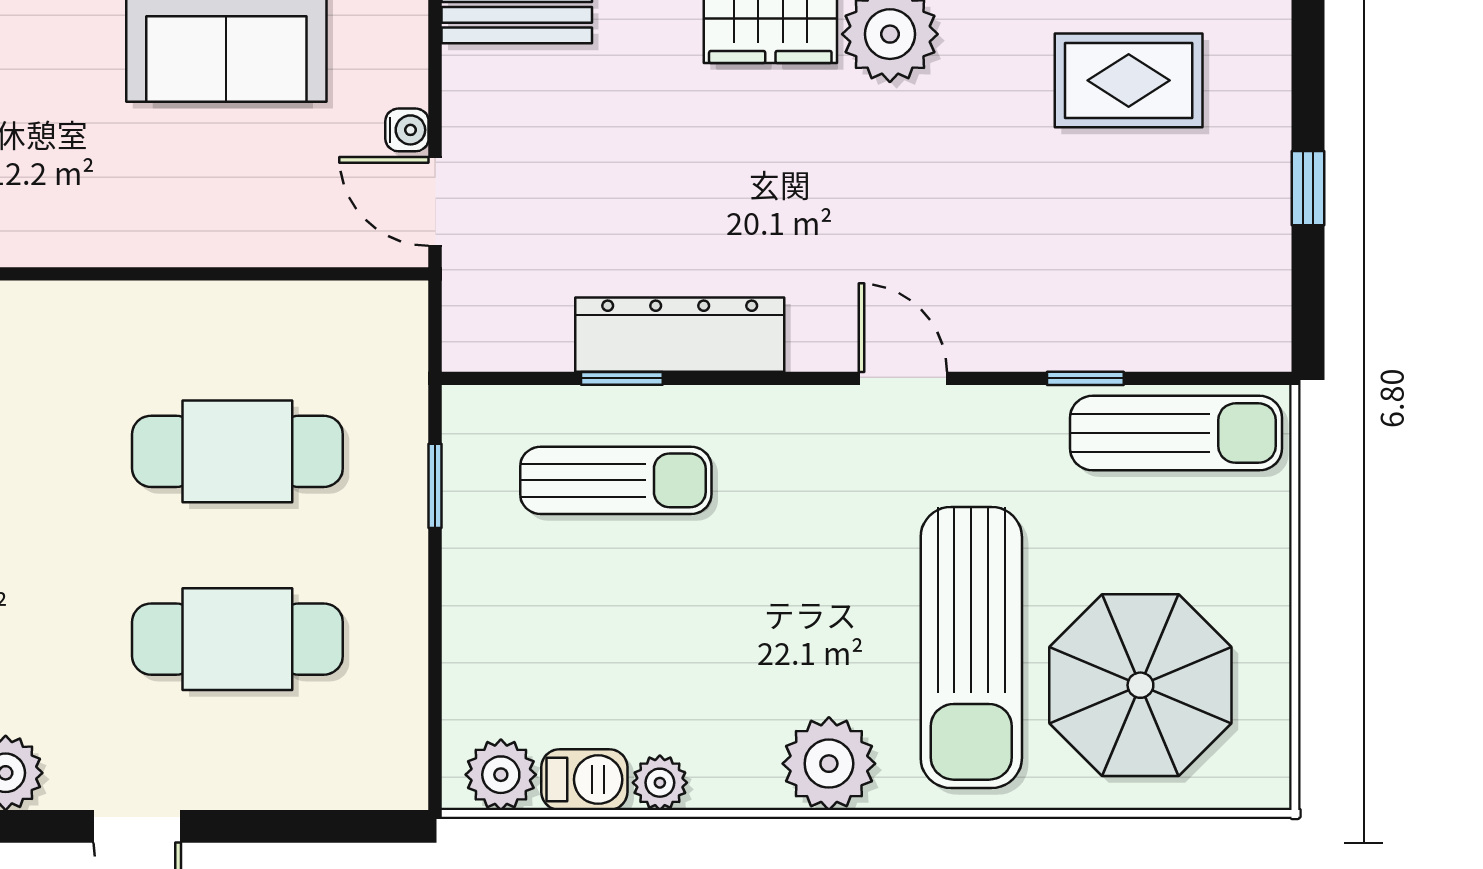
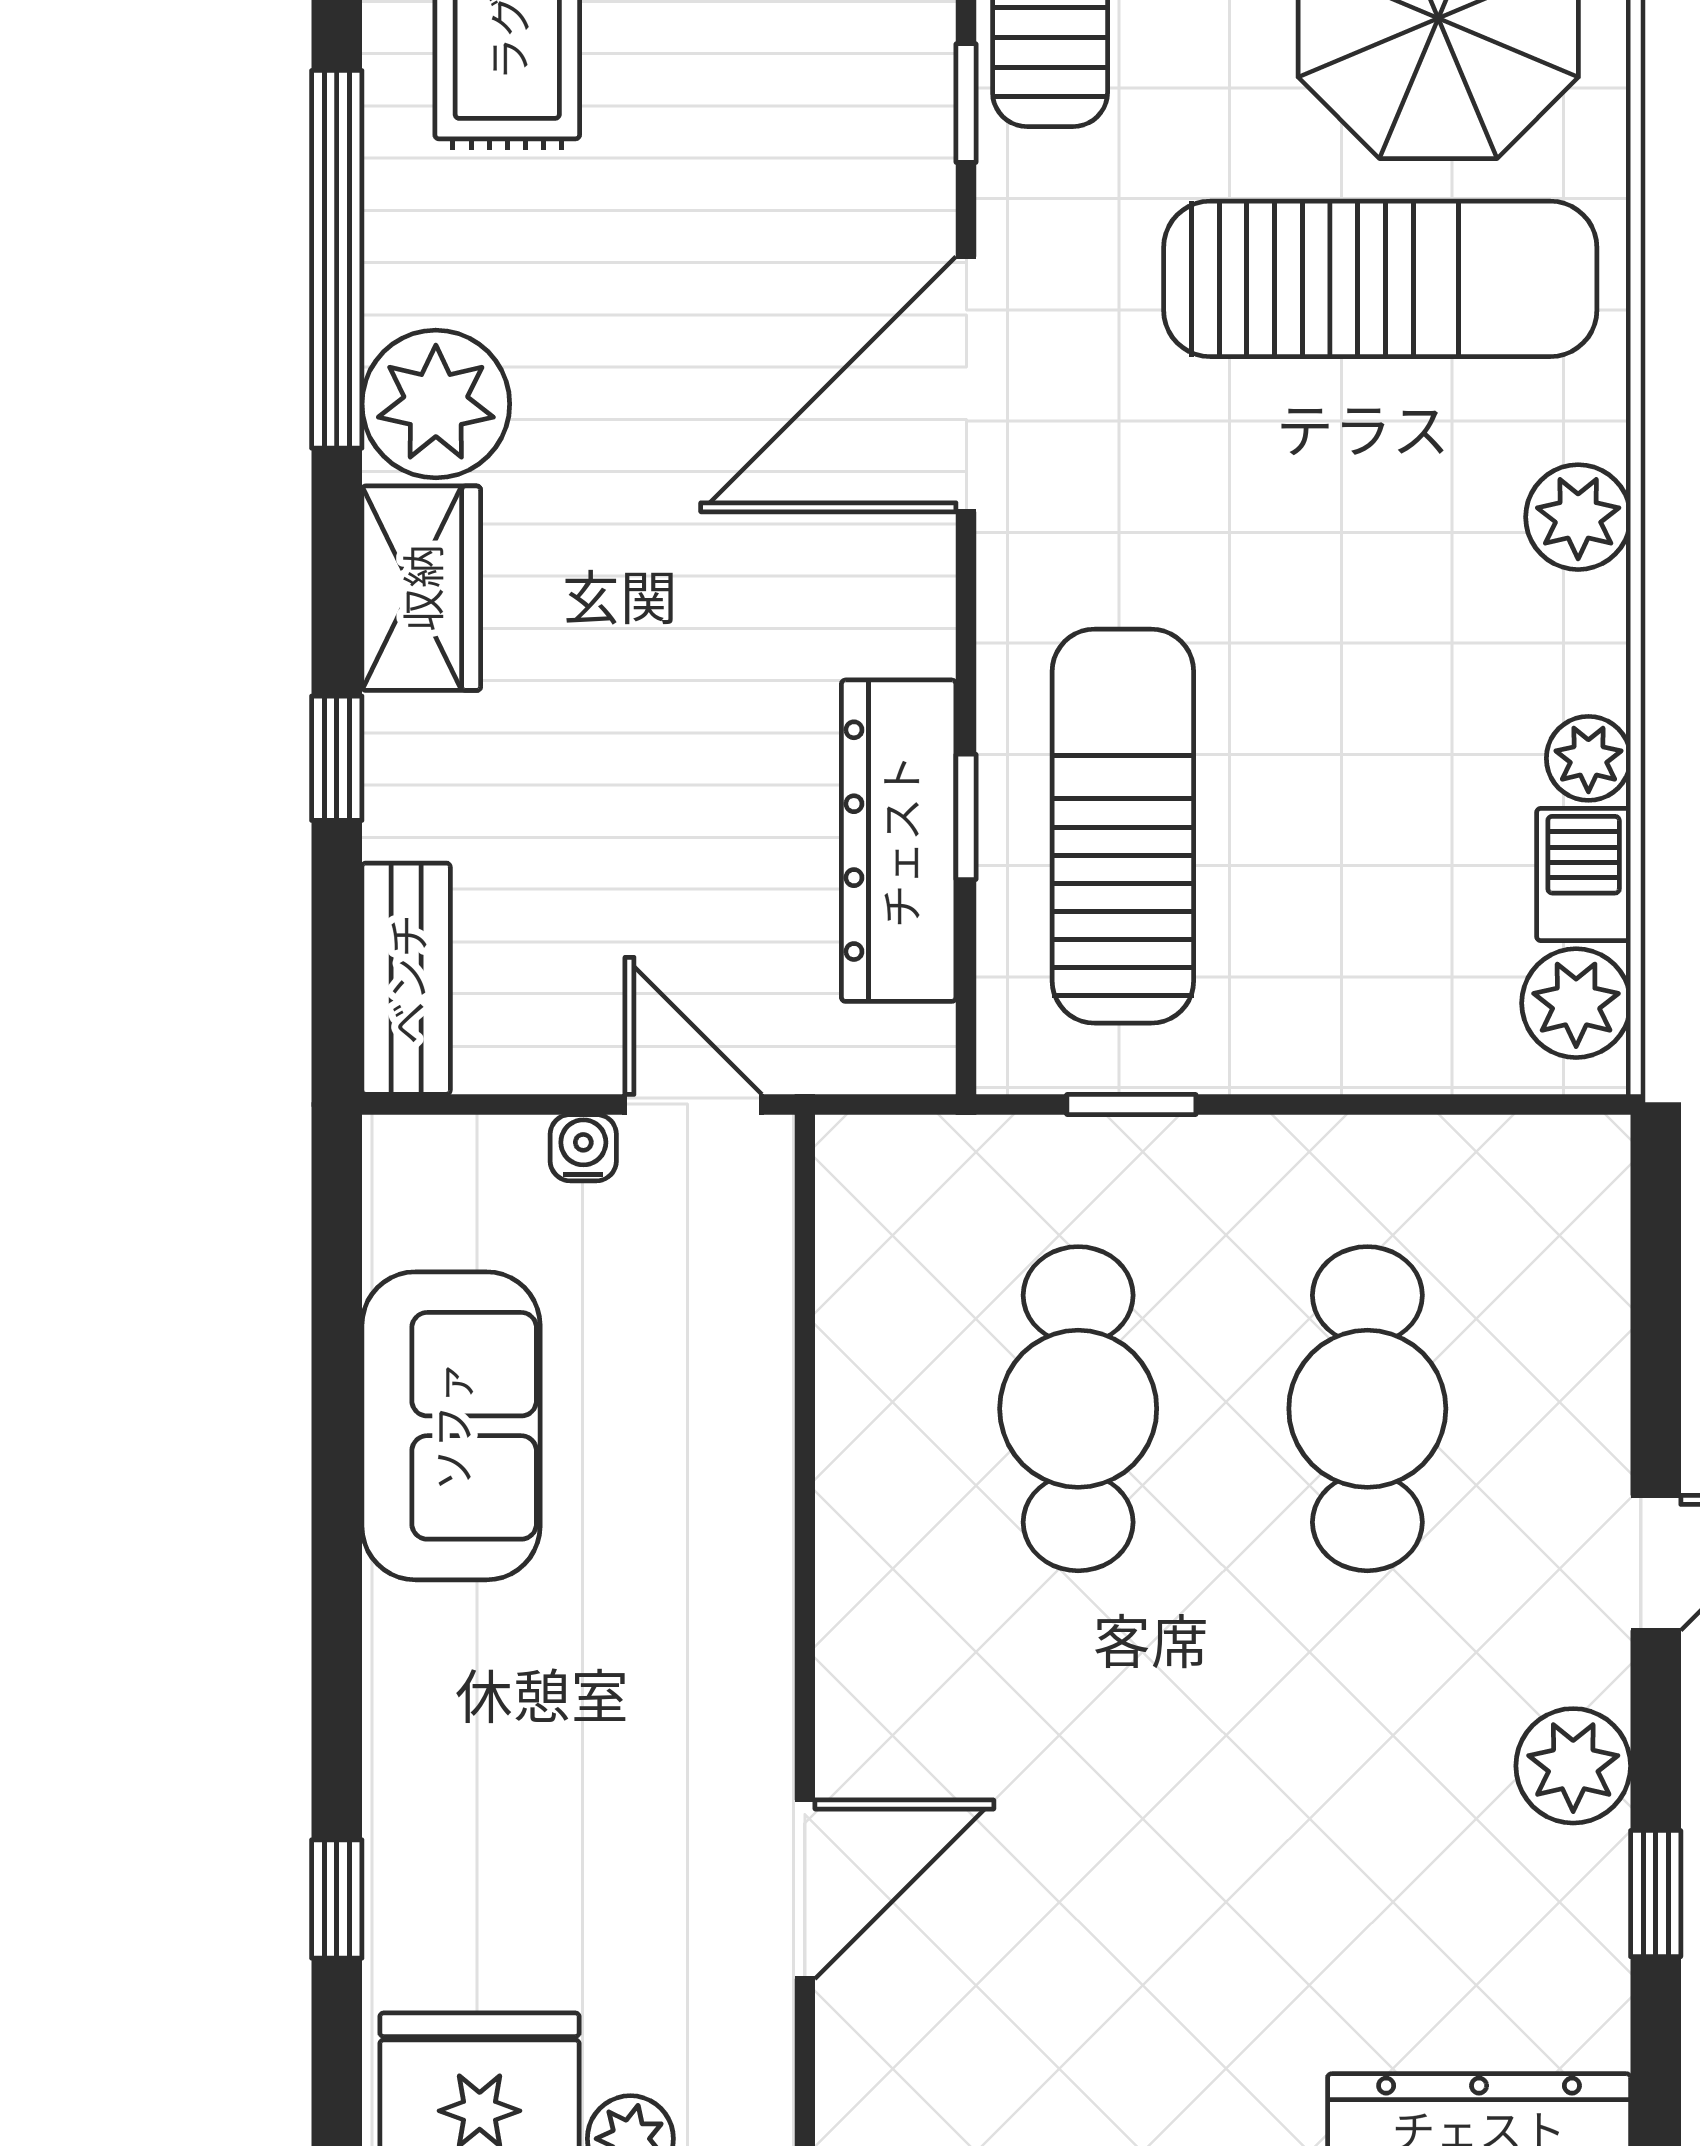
door: (435, 201) -> (693, 1104), swing flipped
dresser: (680, 335) -> (899, 841), moved
door: (903, 378) -> (966, 384), width x1.88
sun lounger: (616, 480) -> (1123, 826), width x1.36, depth x1.34
plant: (829, 764) -> (1578, 517), width x0.73, depth x0.73

